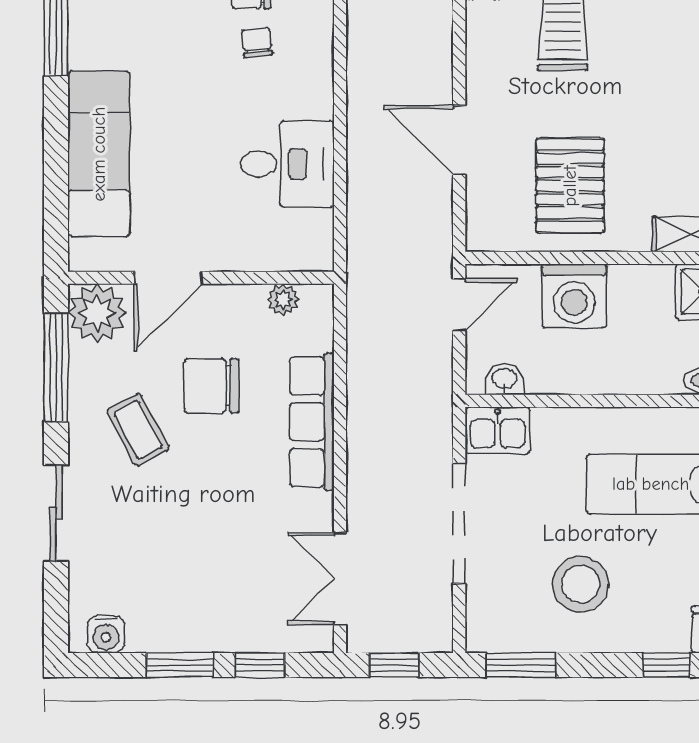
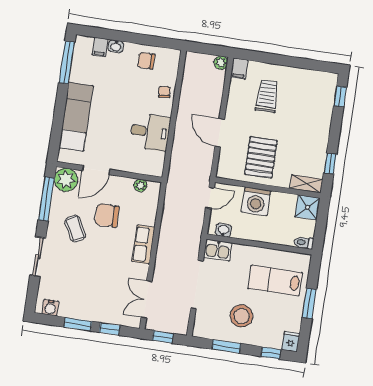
chair: (257, 42) -> (164, 92), moved
row of seats: (312, 422) -> (143, 244), width x0.68
window: (521, 665) -> (226, 346), moved

